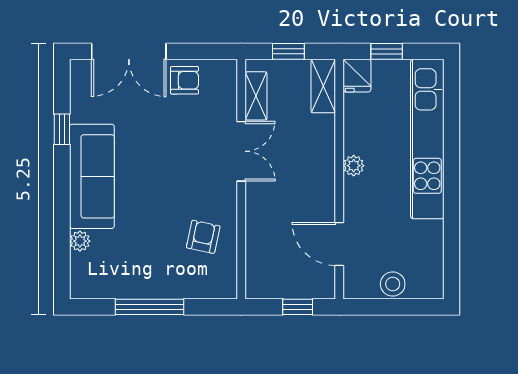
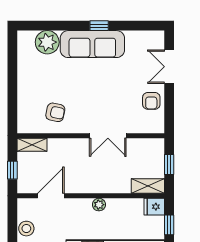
double door: (129, 51) -> (169, 67), width x0.73
shelving: (256, 96) -> (32, 145), moved
window: (62, 129) -> (99, 26), moved
plant: (80, 241) -> (47, 42), width x1.87, depth x1.87
window: (149, 307) -> (12, 79), removed

